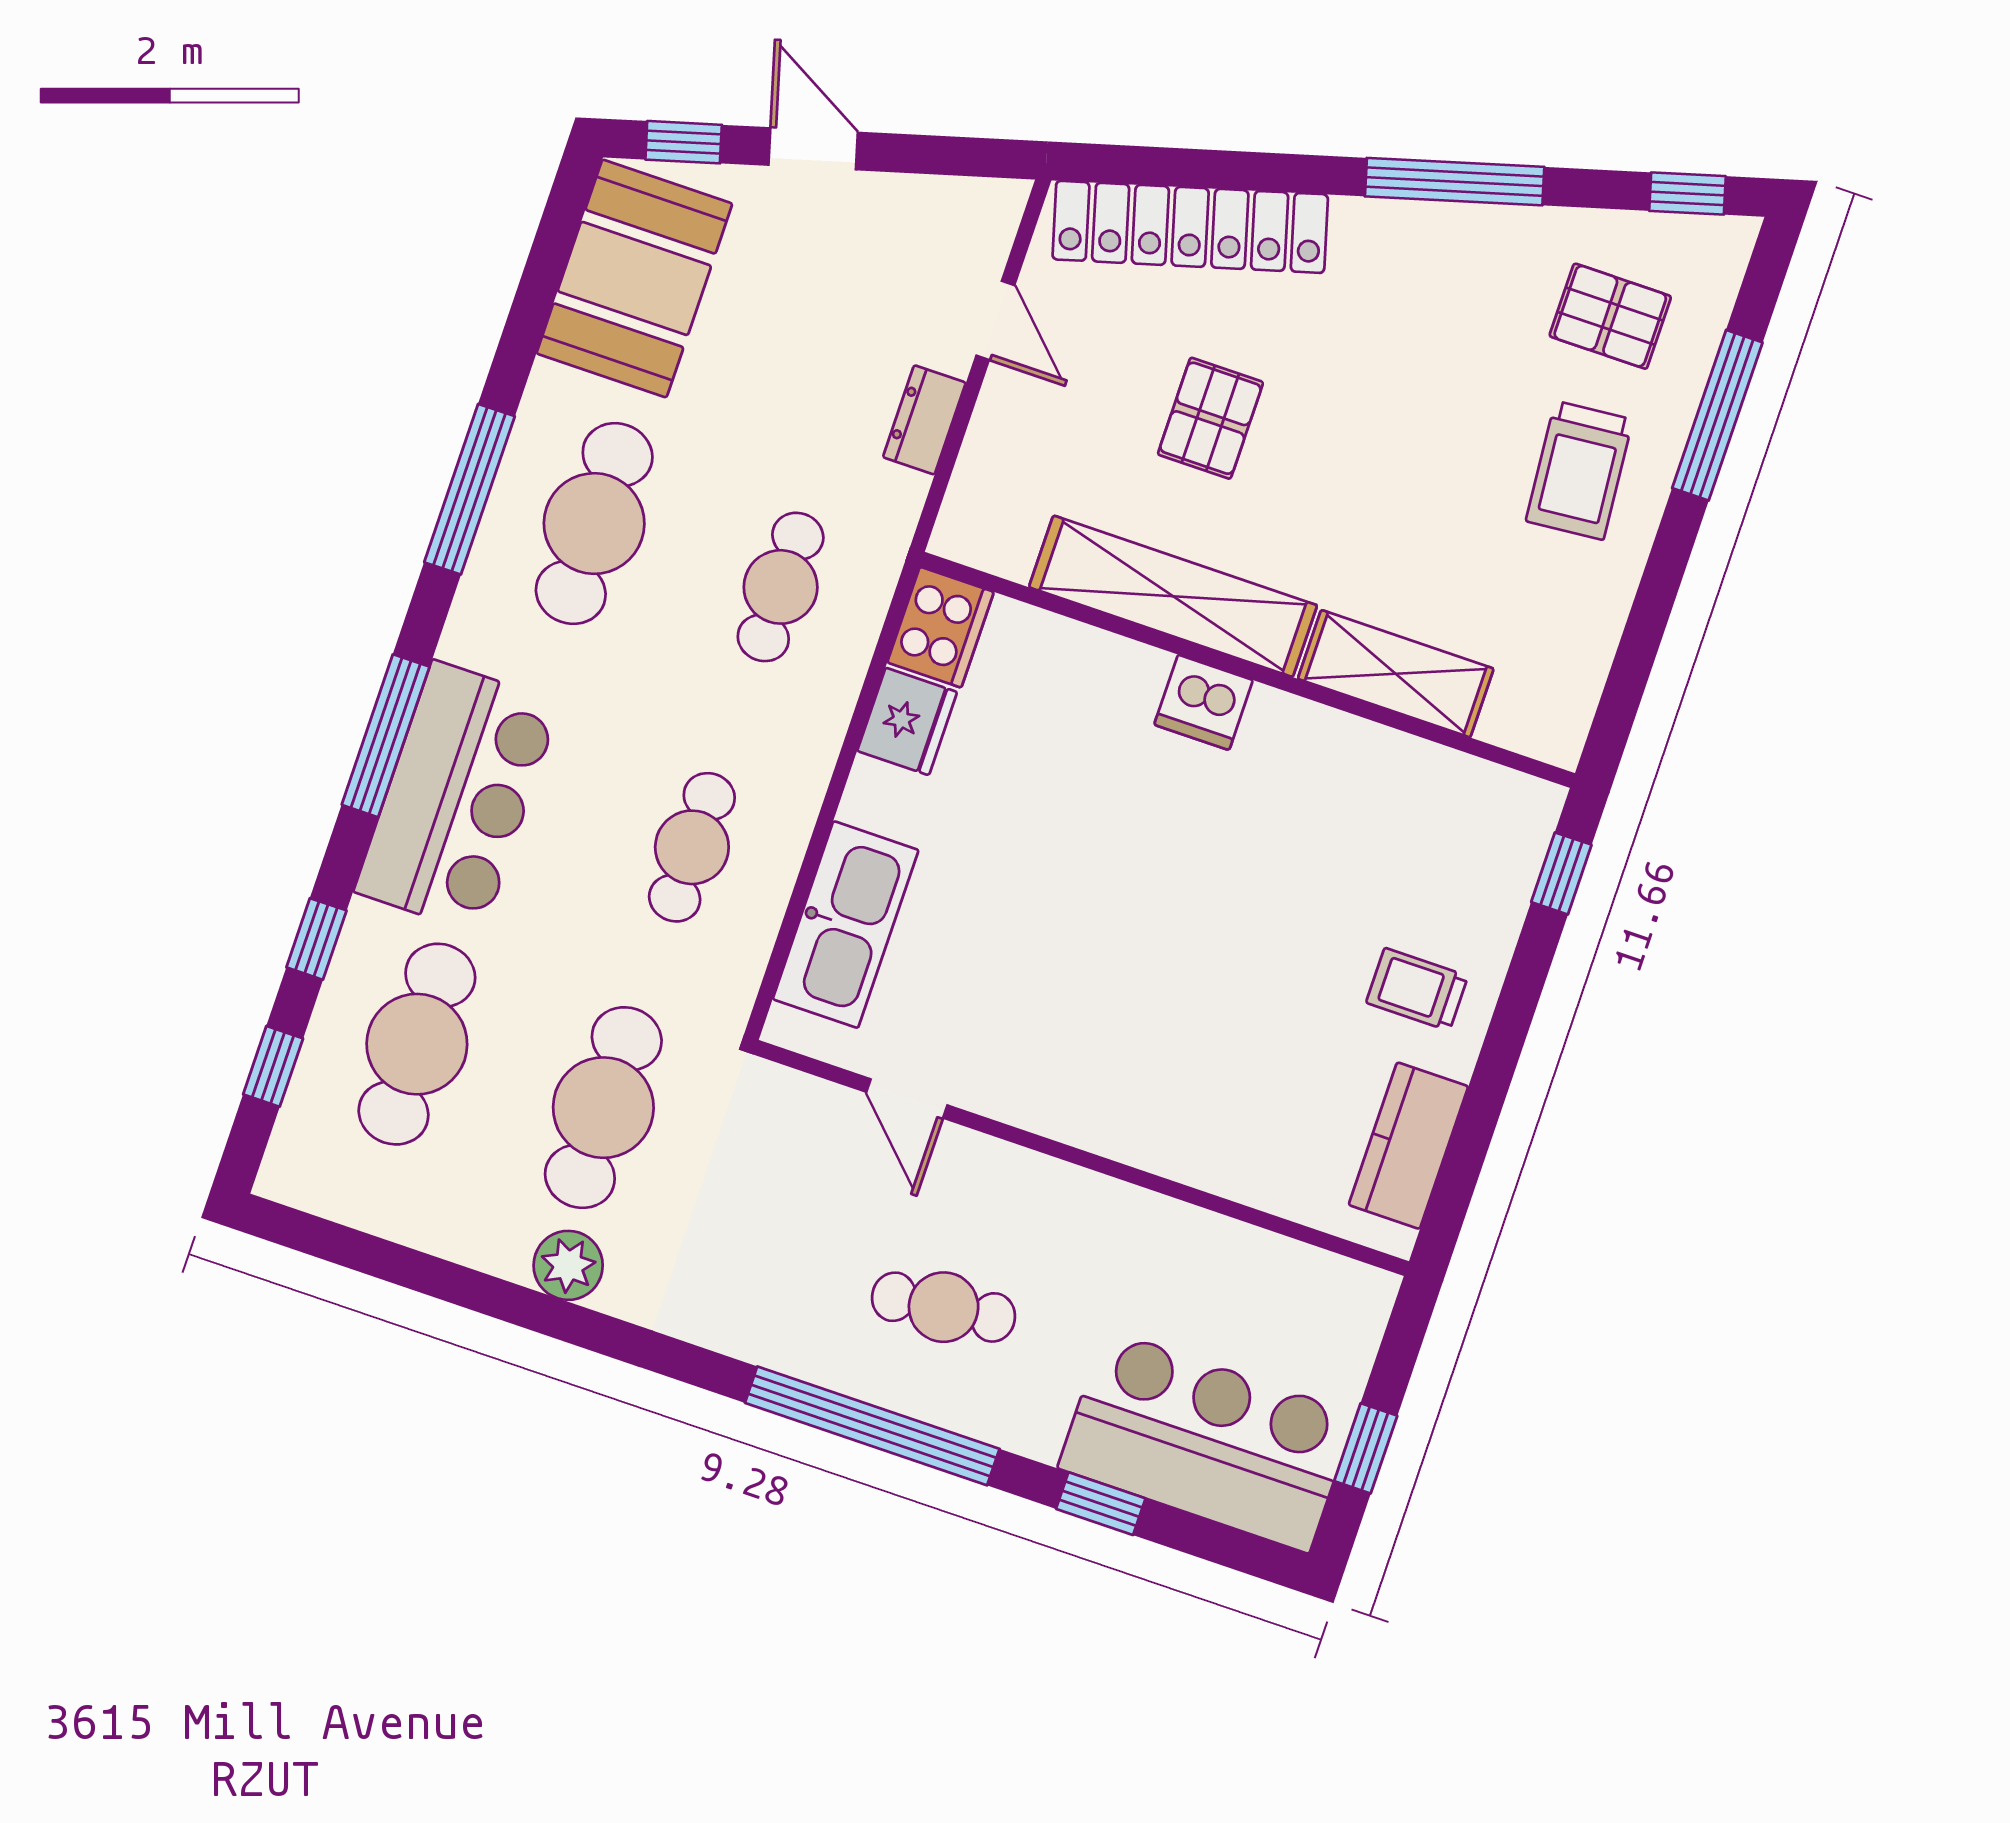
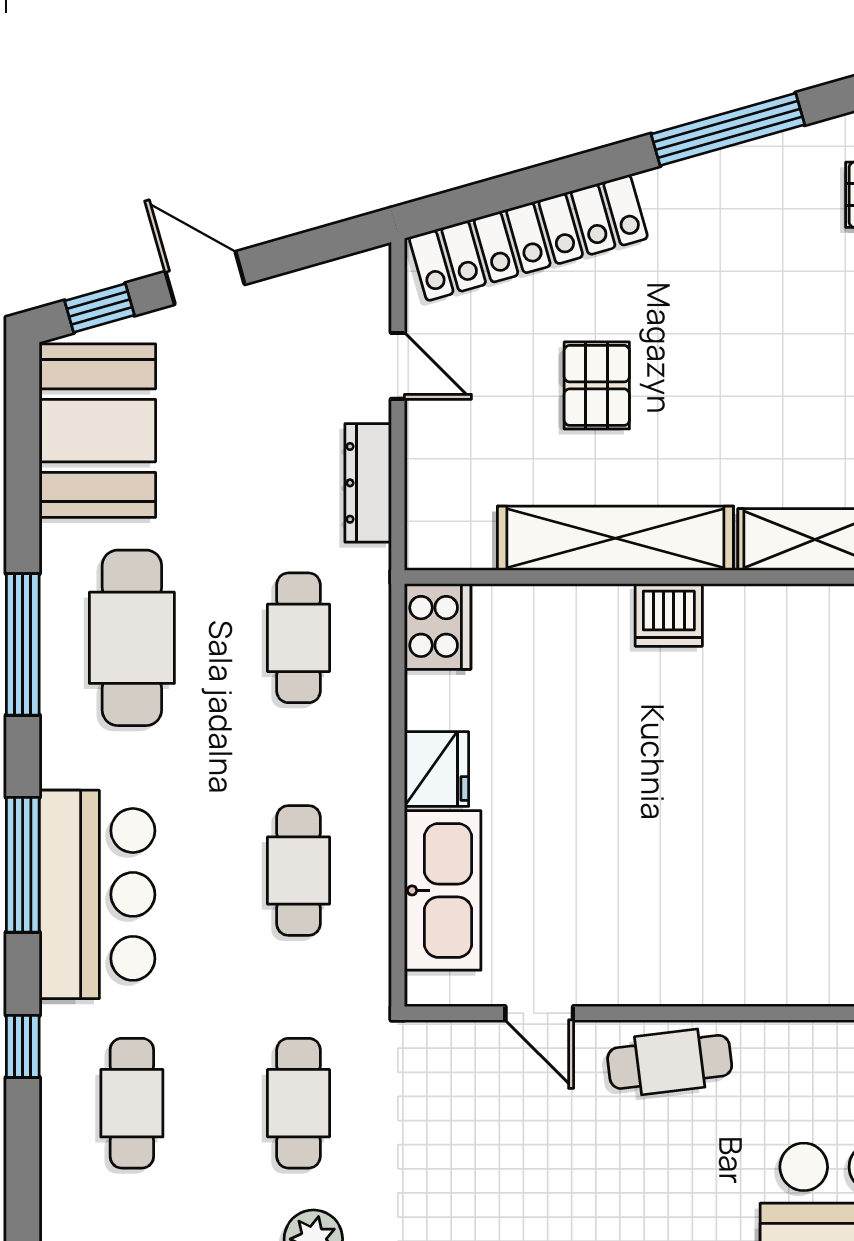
dresser: (924, 420) -> (368, 483), width x1.44
fridge: (907, 721) -> (437, 769), moved
cafe table: (417, 1044) -> (132, 1103), width x0.73, depth x0.74
window: (273, 1066) -> (23, 1160), removed
cafe table: (603, 1108) -> (298, 1103), width x0.73, depth x0.74
cafe table: (944, 1307) -> (670, 1062), moved

